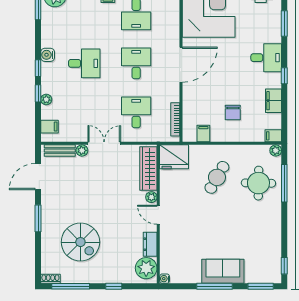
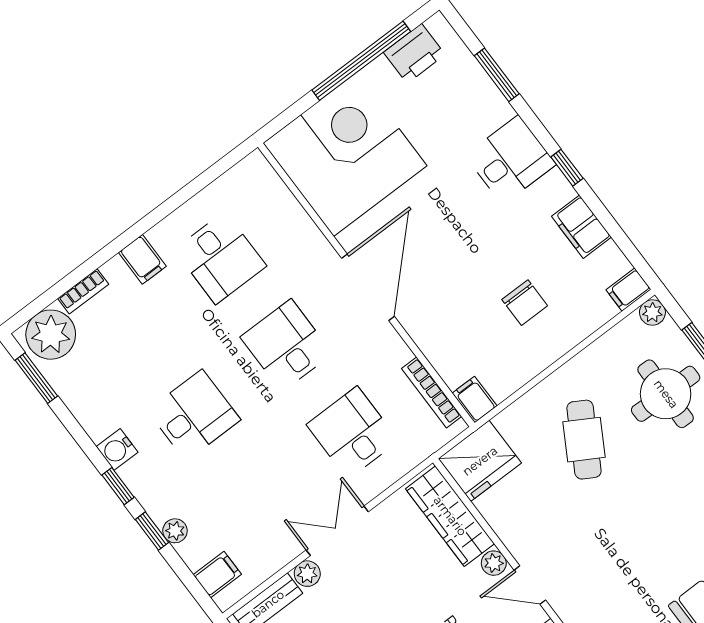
filing cabinet: (203, 133) -> (474, 399), moved

